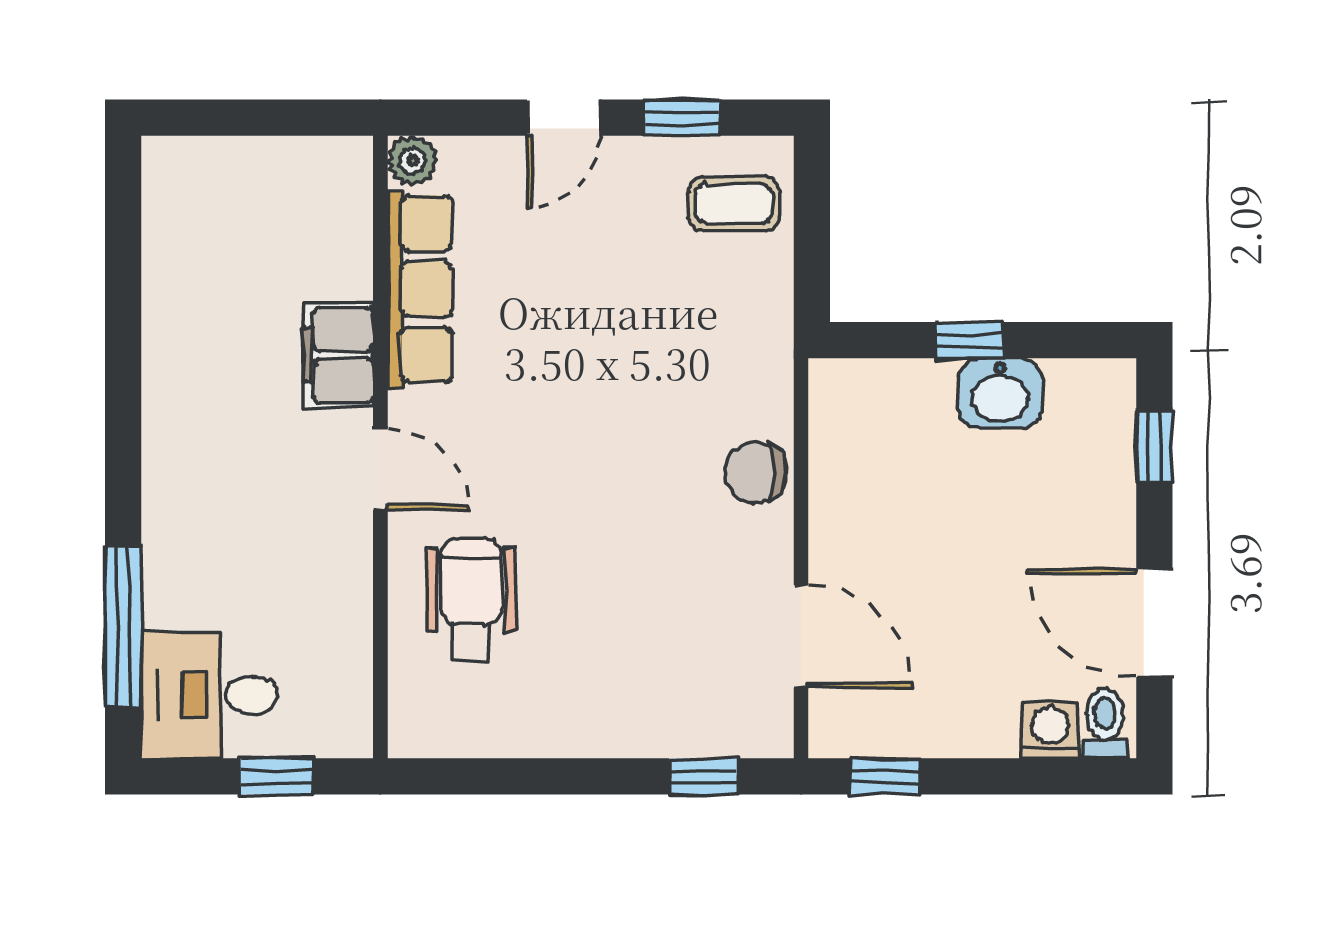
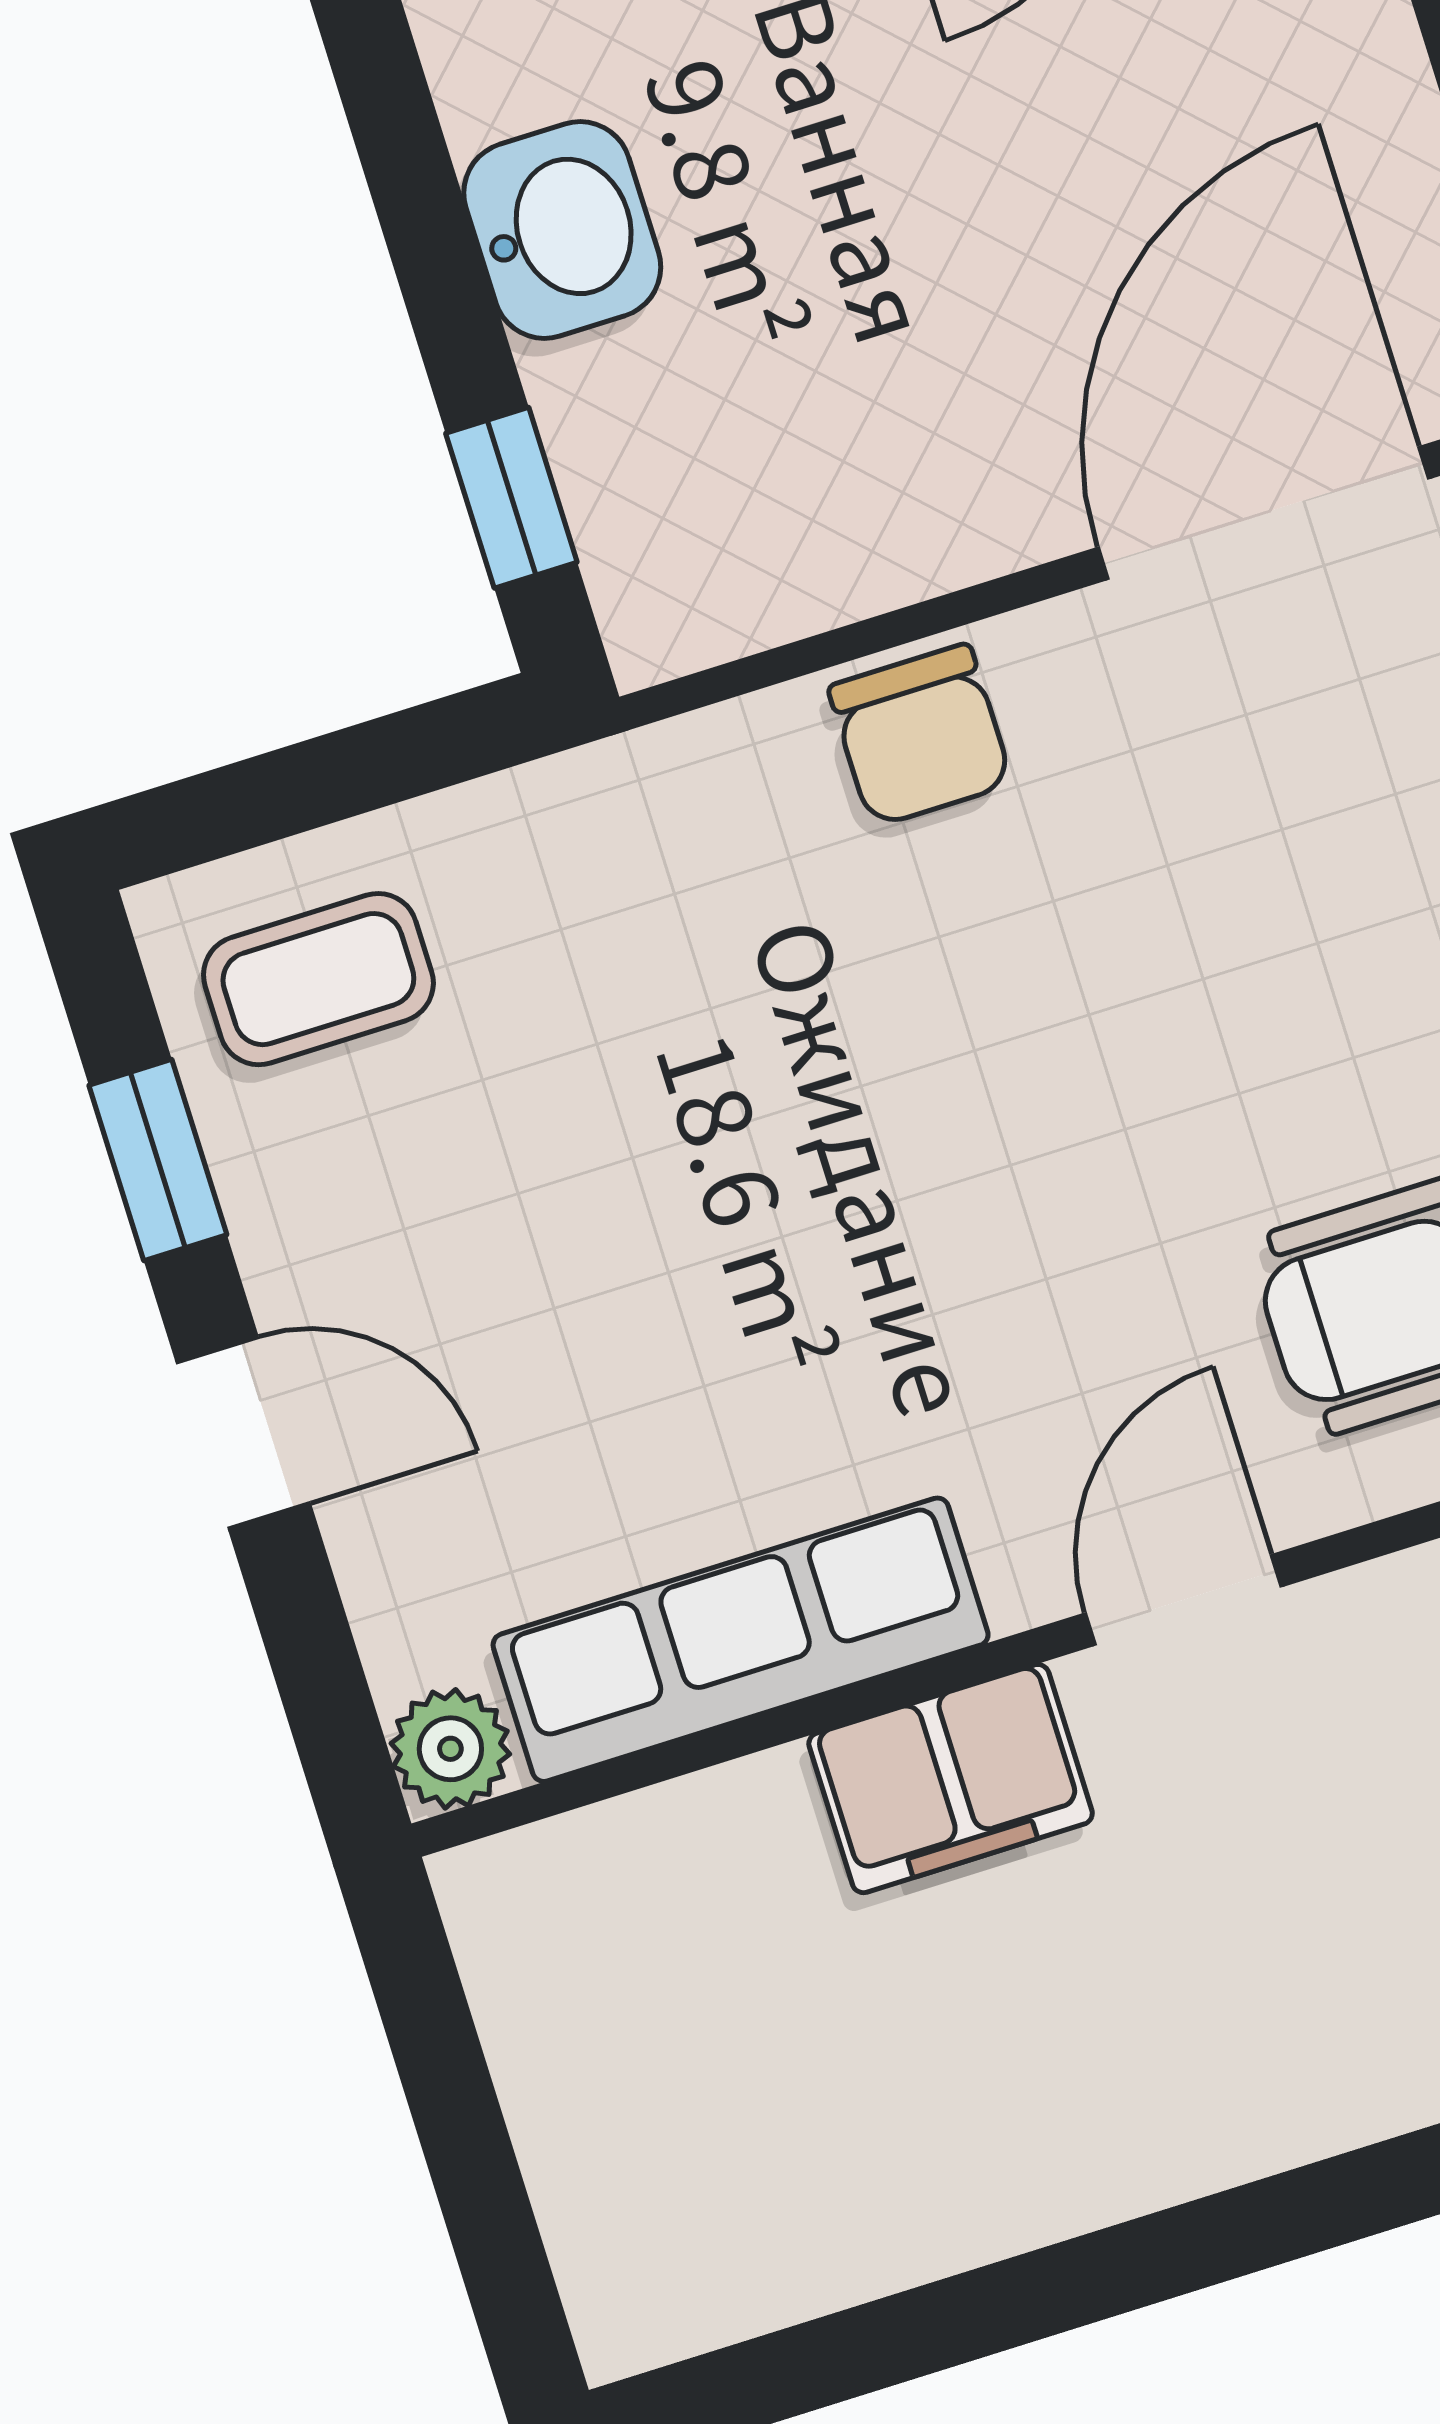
coffee table: (734, 204) -> (318, 979), turned 90
window: (970, 340) -> (511, 498), moved
door: (801, 636) -> (1264, 513), width x1.36

